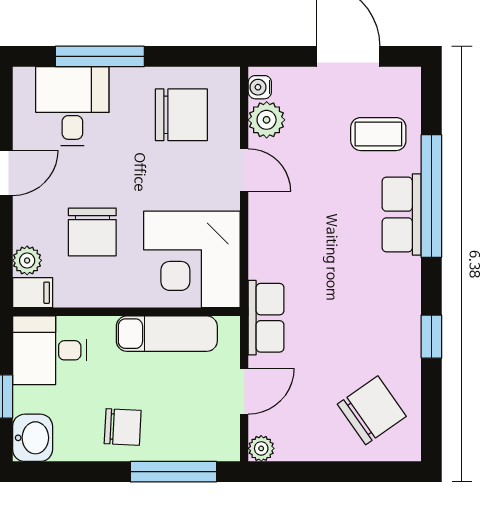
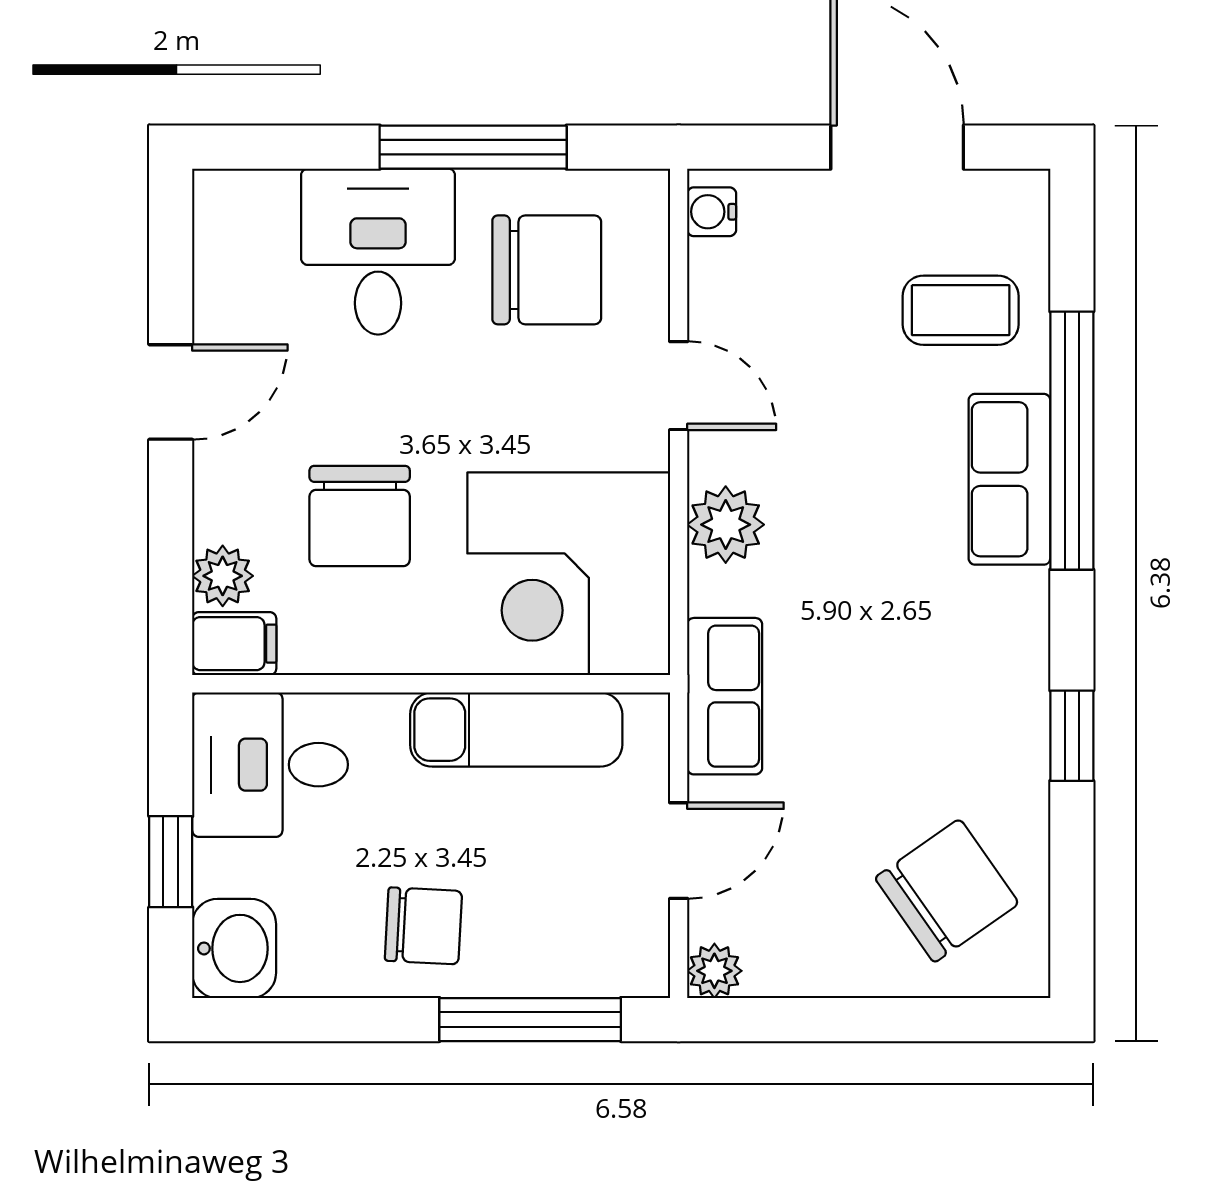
window: (100, 56) -> (473, 147), moved
desk: (72, 106) -> (378, 252), moved
plant: (267, 120) -> (726, 525), moved

